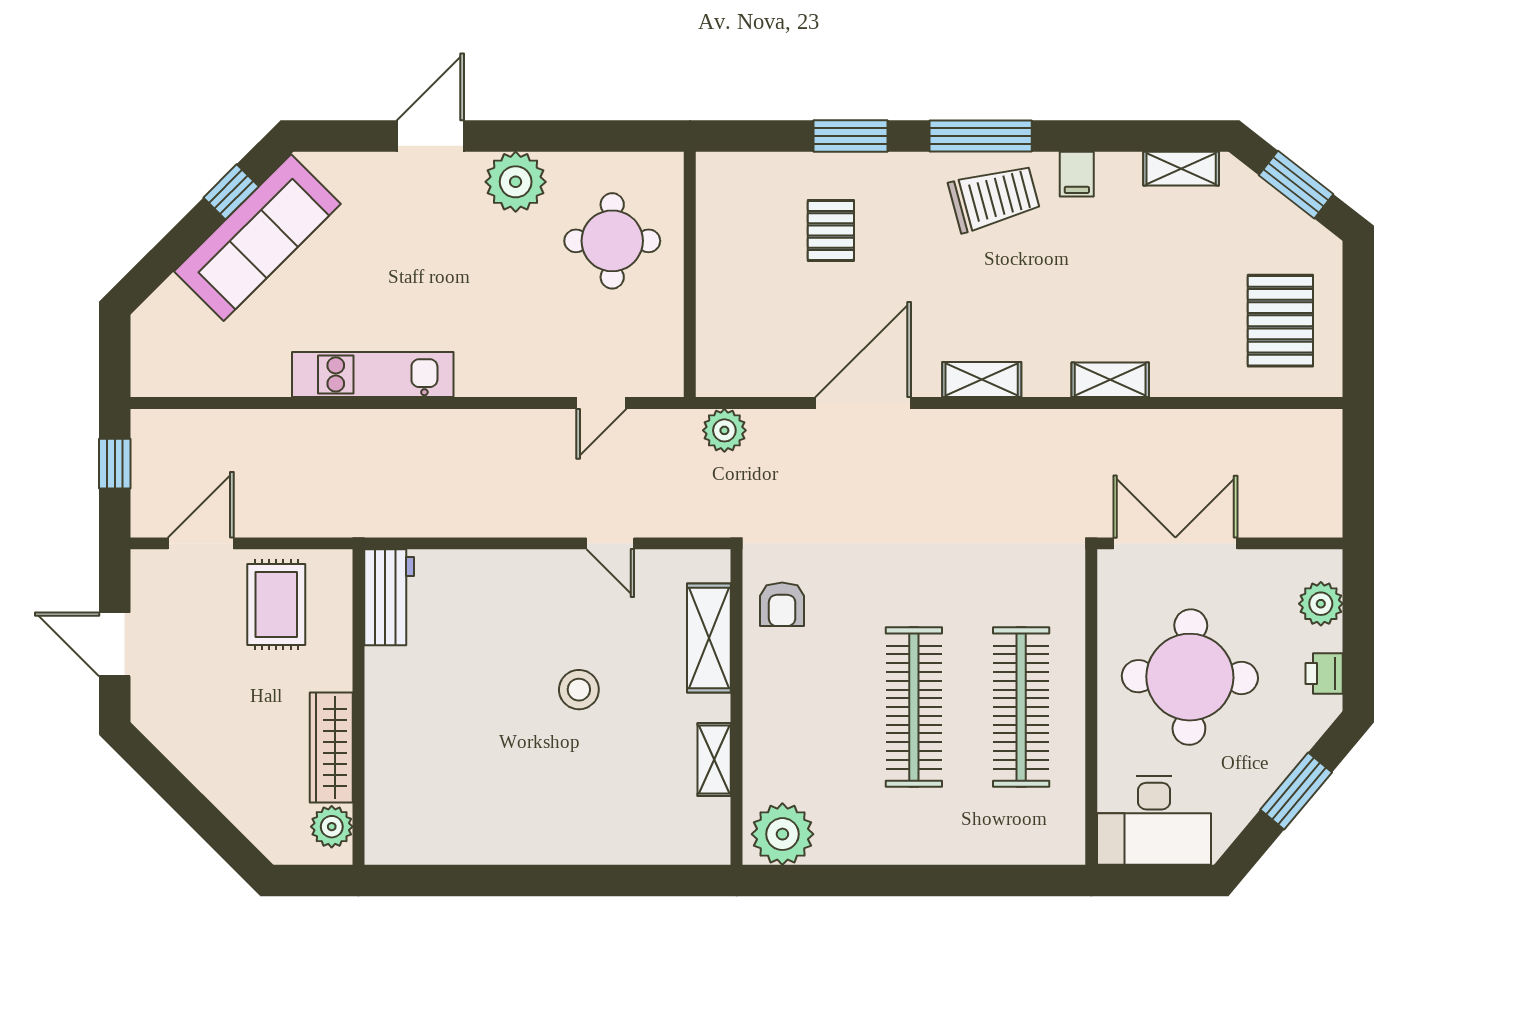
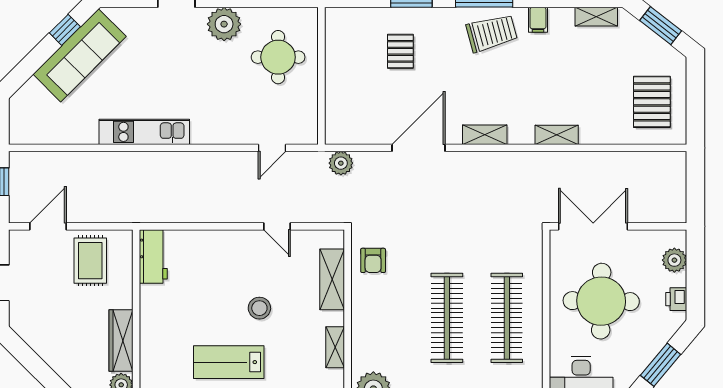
lab bench: (524, 786) -> (229, 362), added

